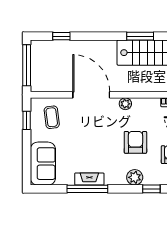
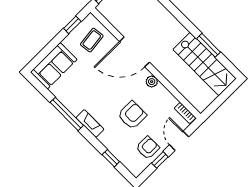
door: (91, 95) -> (134, 52), swing flipped
plant: (135, 177) -> (107, 139), removed
fireplace: (89, 179) -> (90, 124), moved

